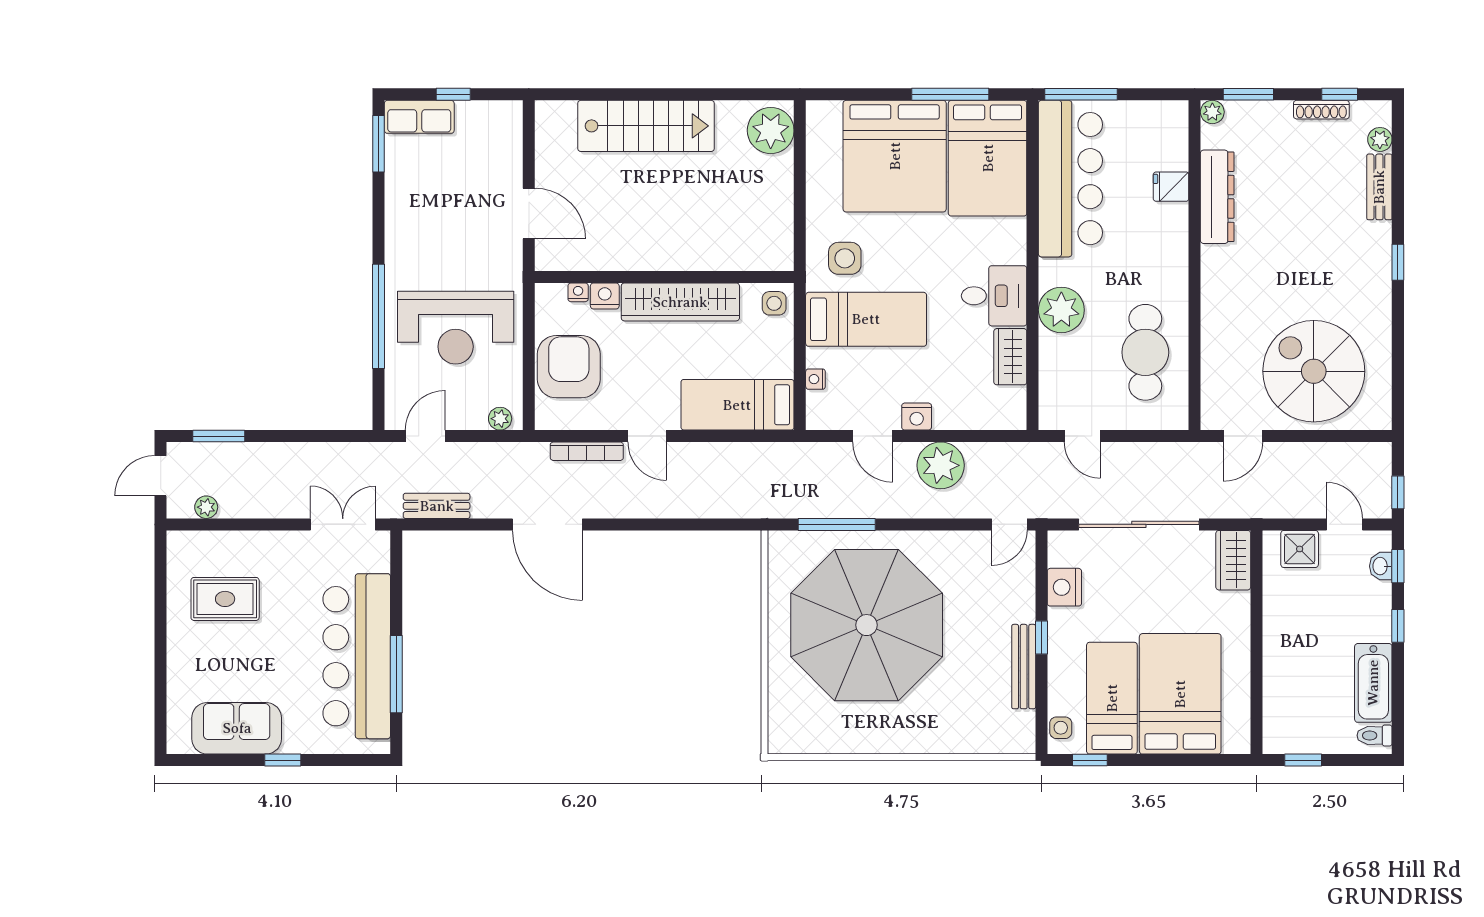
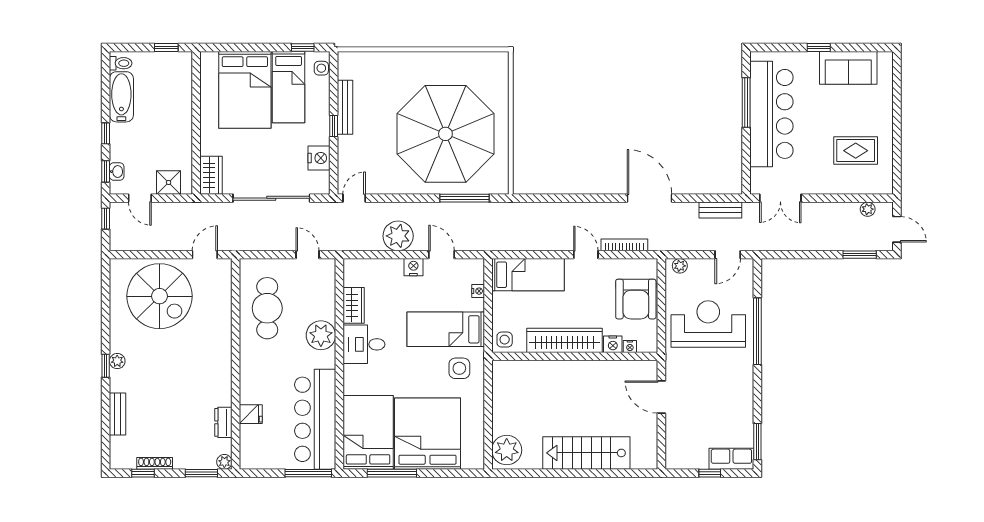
plant: (1380, 139) -> (117, 361), moved
dresser: (1217, 197) -> (223, 422), width x0.51, depth x0.80
door: (161, 476) -> (897, 229), hinge flipped

